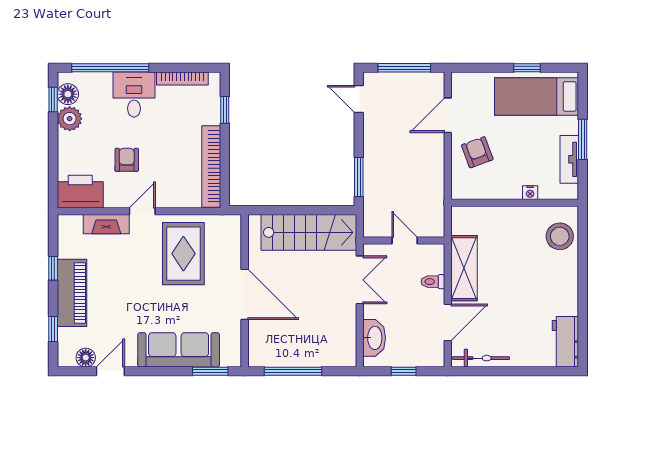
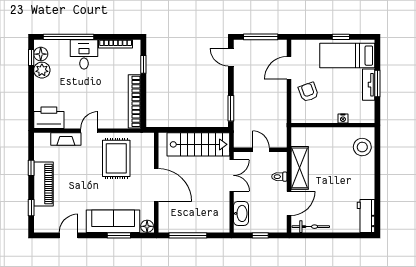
tv unit: (569, 159) -> (369, 85), moved
armchair: (127, 160) -> (79, 97), removed
floor lamp: (86, 358) -> (147, 226), moved
window: (210, 371) -> (119, 235), moved

